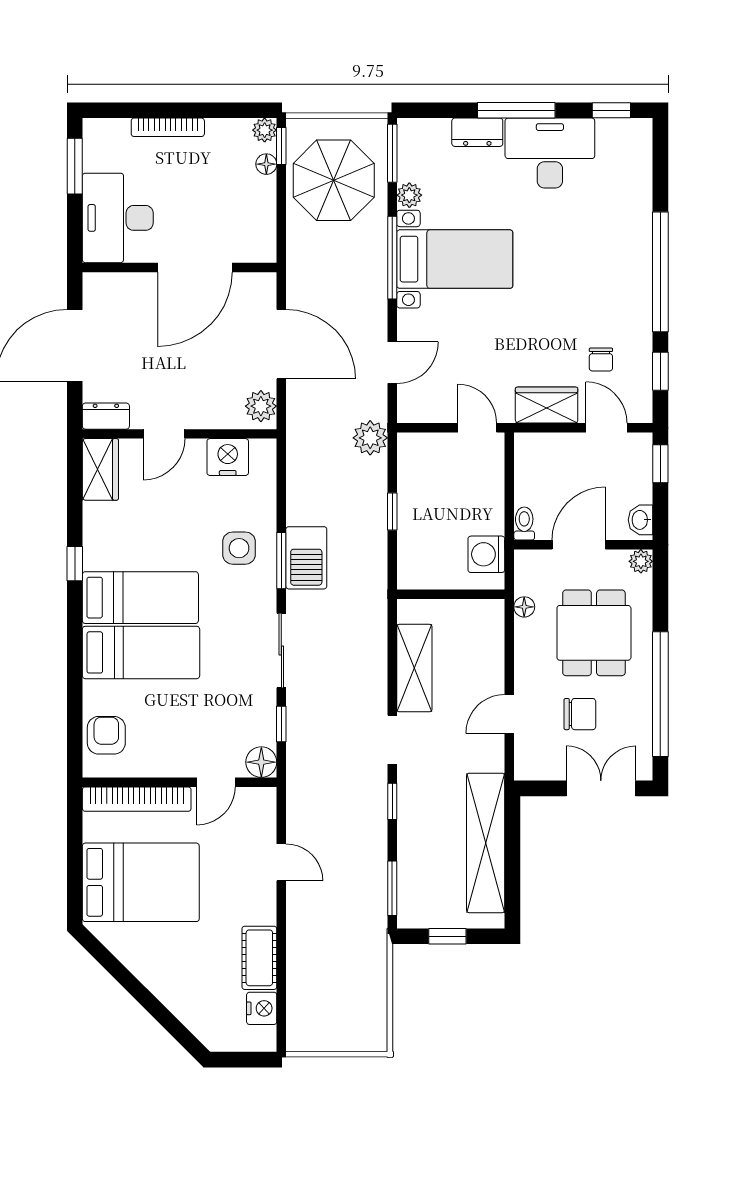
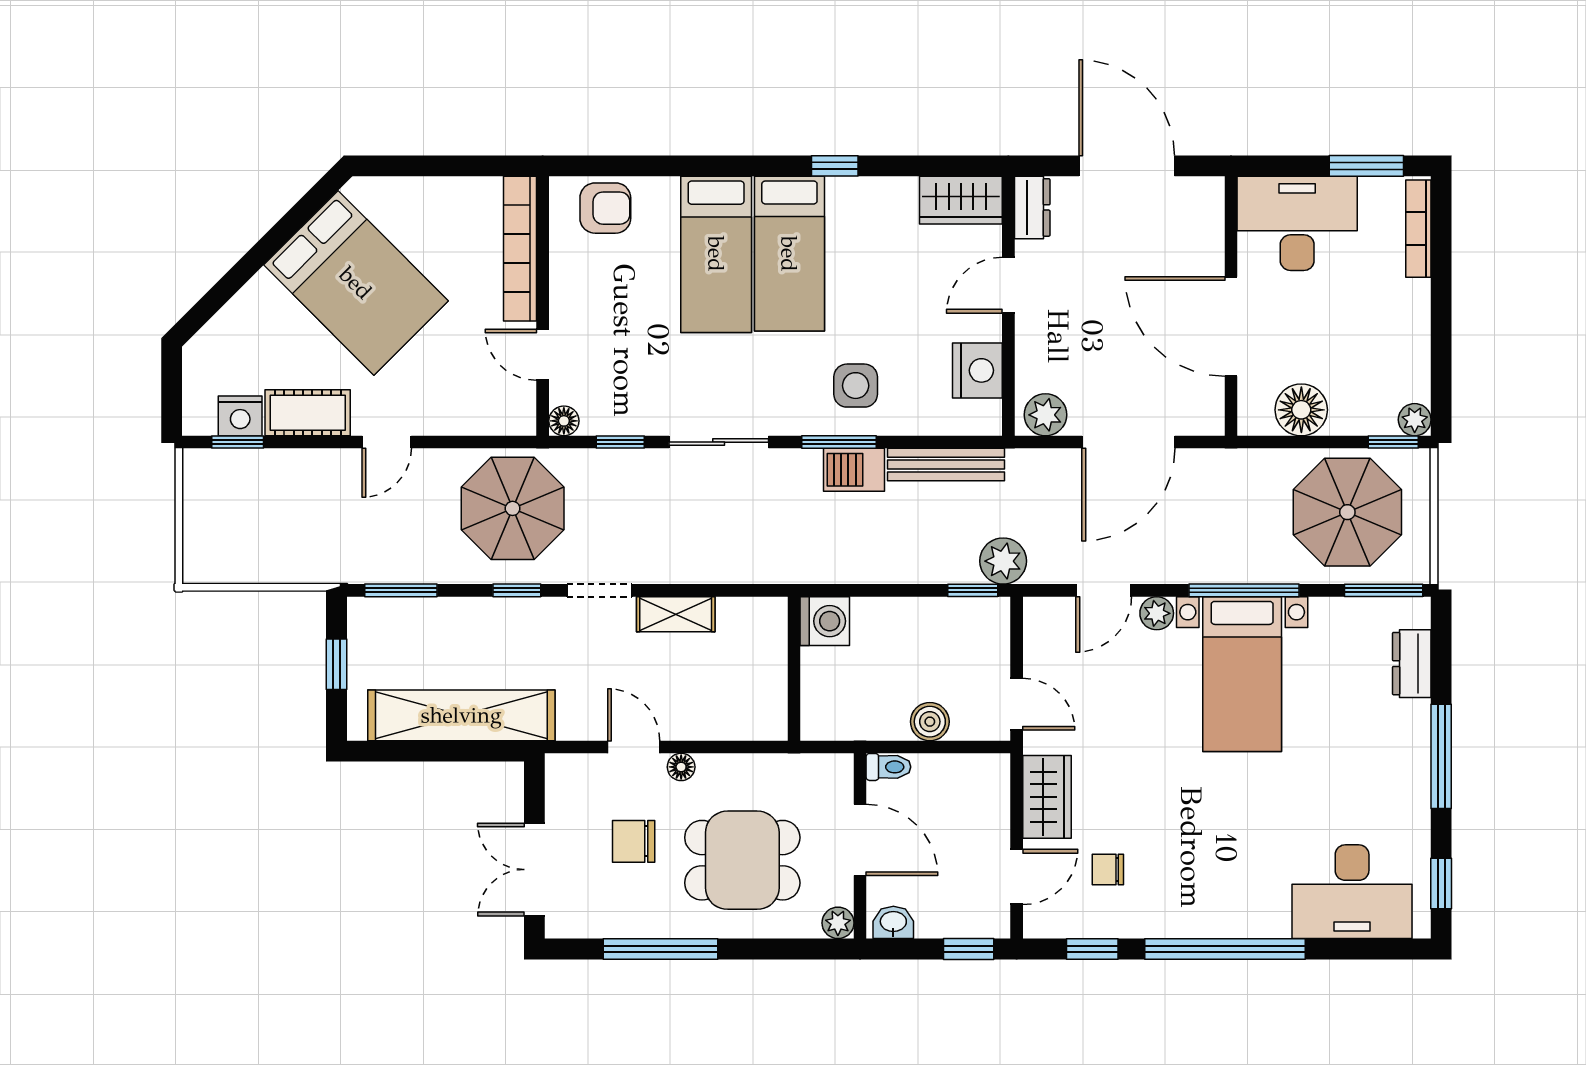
bookcase: (168, 127) -> (1418, 229), moved
dresser: (477, 132) -> (1412, 664), moved
desk: (550, 153) -> (1352, 892), moved, turned 90
floor lamp: (266, 164) -> (1301, 410), moved, width x1.89, depth x1.89
plant: (409, 195) -> (1157, 613), moved
door: (392, 363) -> (1104, 590), hinge flipped
door: (477, 428) -> (1017, 704), hinge flipped
door: (164, 434) -> (1008, 285), hinge flipped
bench: (298, 480) -> (946, 465), added
boiler: (490, 493) -> (930, 722), added
window: (392, 511) -> (973, 590), moved
washing machine: (486, 554) -> (825, 621), moved, turned 90
barbecue: (306, 558) -> (854, 470), width x0.73, depth x0.79
floor lamp: (524, 607) -> (681, 767), moved
shelving: (414, 668) -> (676, 614), width x0.67, depth x0.75
window: (660, 694) -> (660, 949), width x0.68
chair: (580, 714) -> (634, 841), turned 90
floor lamp: (261, 762) -> (564, 421), width x0.73, depth x0.73
double door: (601, 788) -> (534, 870), swing flipped
parasol: (331, 805) -> (513, 508), added
door: (281, 862) -> (387, 442), moved
bed: (141, 882) -> (356, 283), moved, turned -45
window: (281, 1010) -> (238, 442), added

